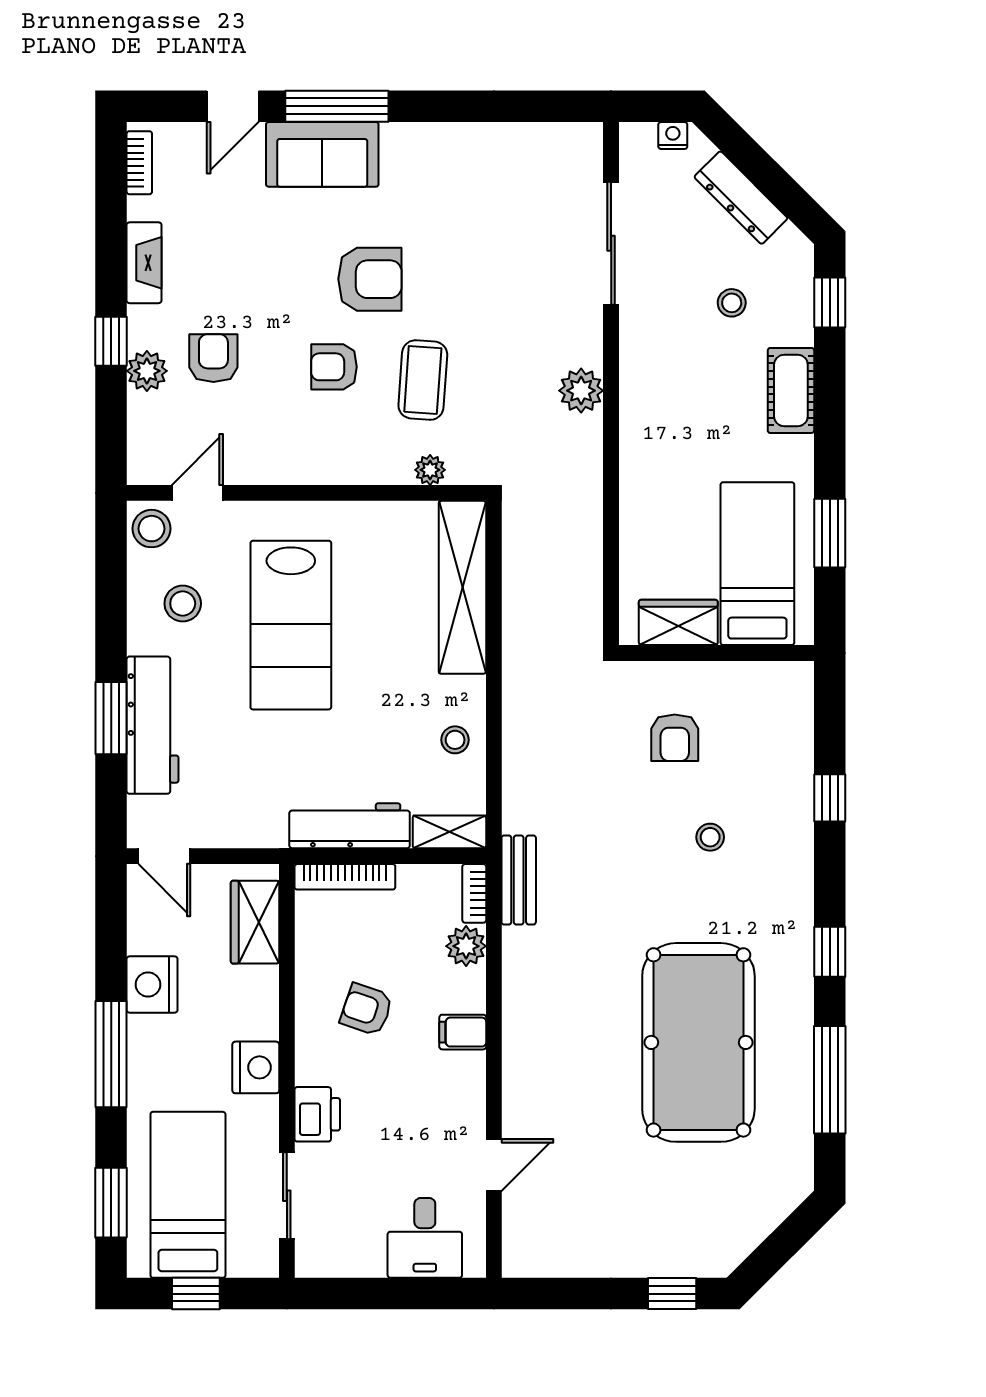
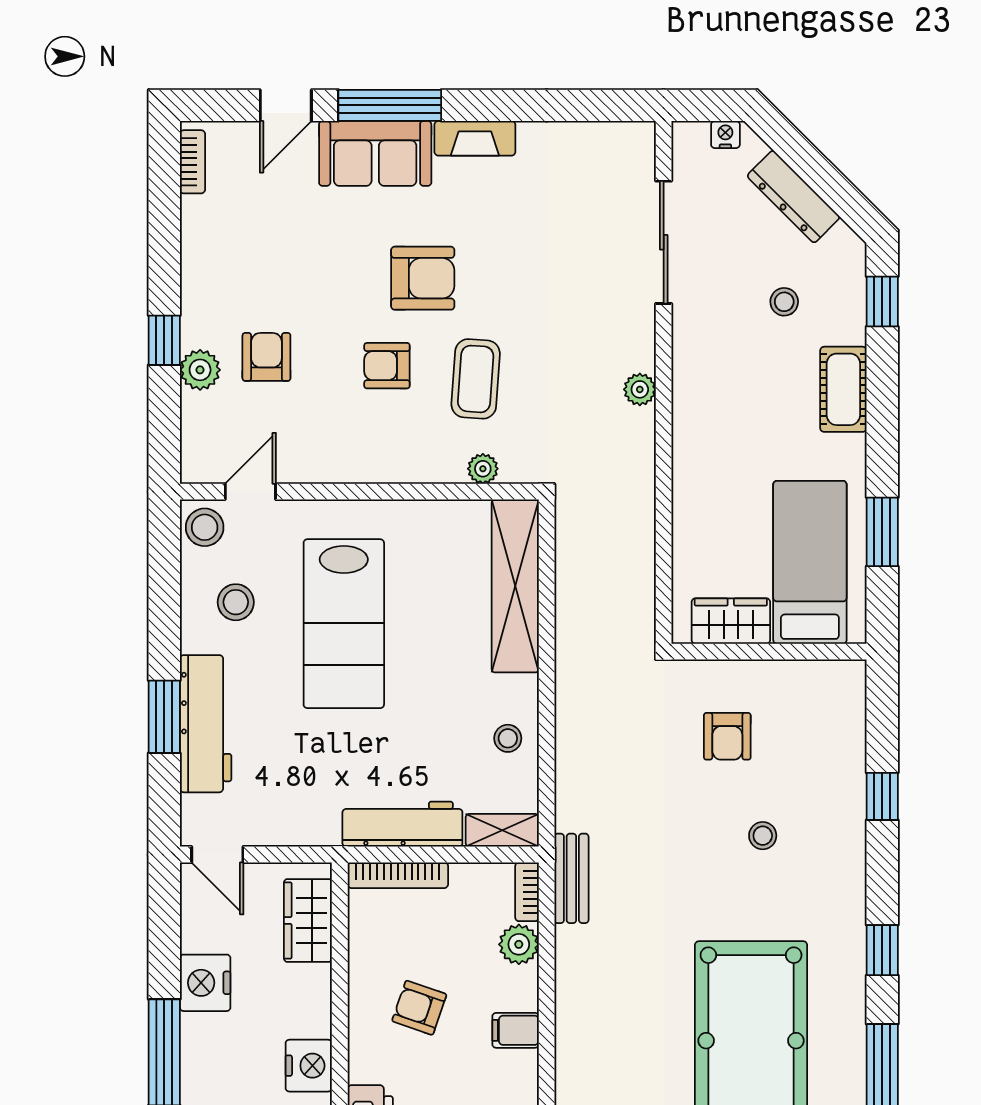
fireplace: (144, 263) -> (475, 138), moved, turned 90
plant: (581, 391) -> (640, 389), width x0.73, depth x0.73

